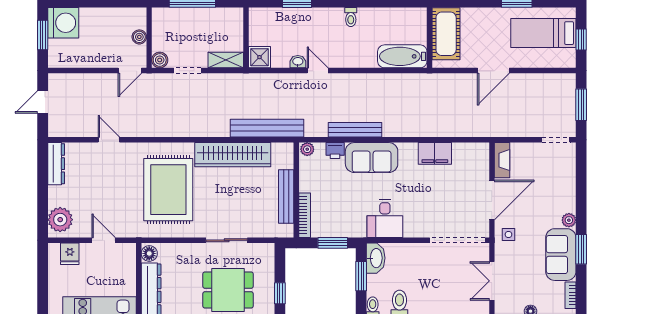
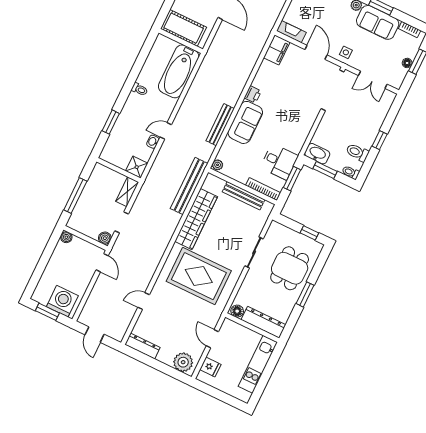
washing machine: (63, 23) -> (62, 301), moved
boiler: (139, 37) -> (66, 237), moved
bathtub: (402, 56) -> (179, 71), width x1.36, depth x1.36
printer: (335, 151) -> (253, 94), moved
filing cabinet: (435, 153) -> (277, 50), moved
door: (492, 200) -> (316, 52), width x0.73
desk: (385, 219) -> (279, 162), moved
door: (104, 240) -> (212, 339), hinge flipped

